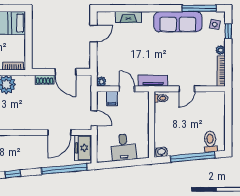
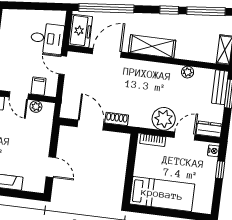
door: (93, 34) -> (51, 167), swing flipped
plant: (101, 81) -> (36, 107), moved
shelving: (23, 142) -> (152, 46), added
desk: (123, 147) -> (47, 38), moved, turned 95

